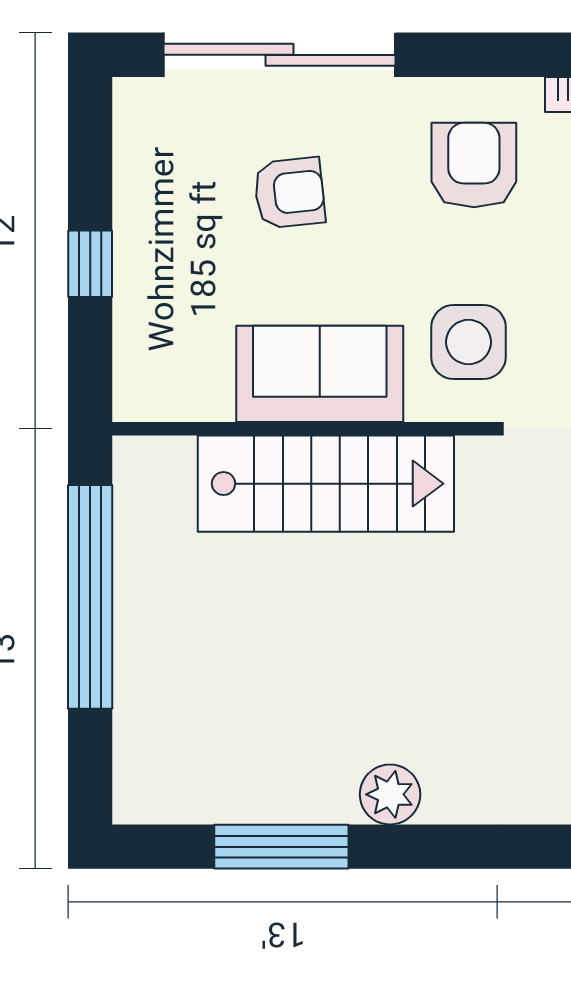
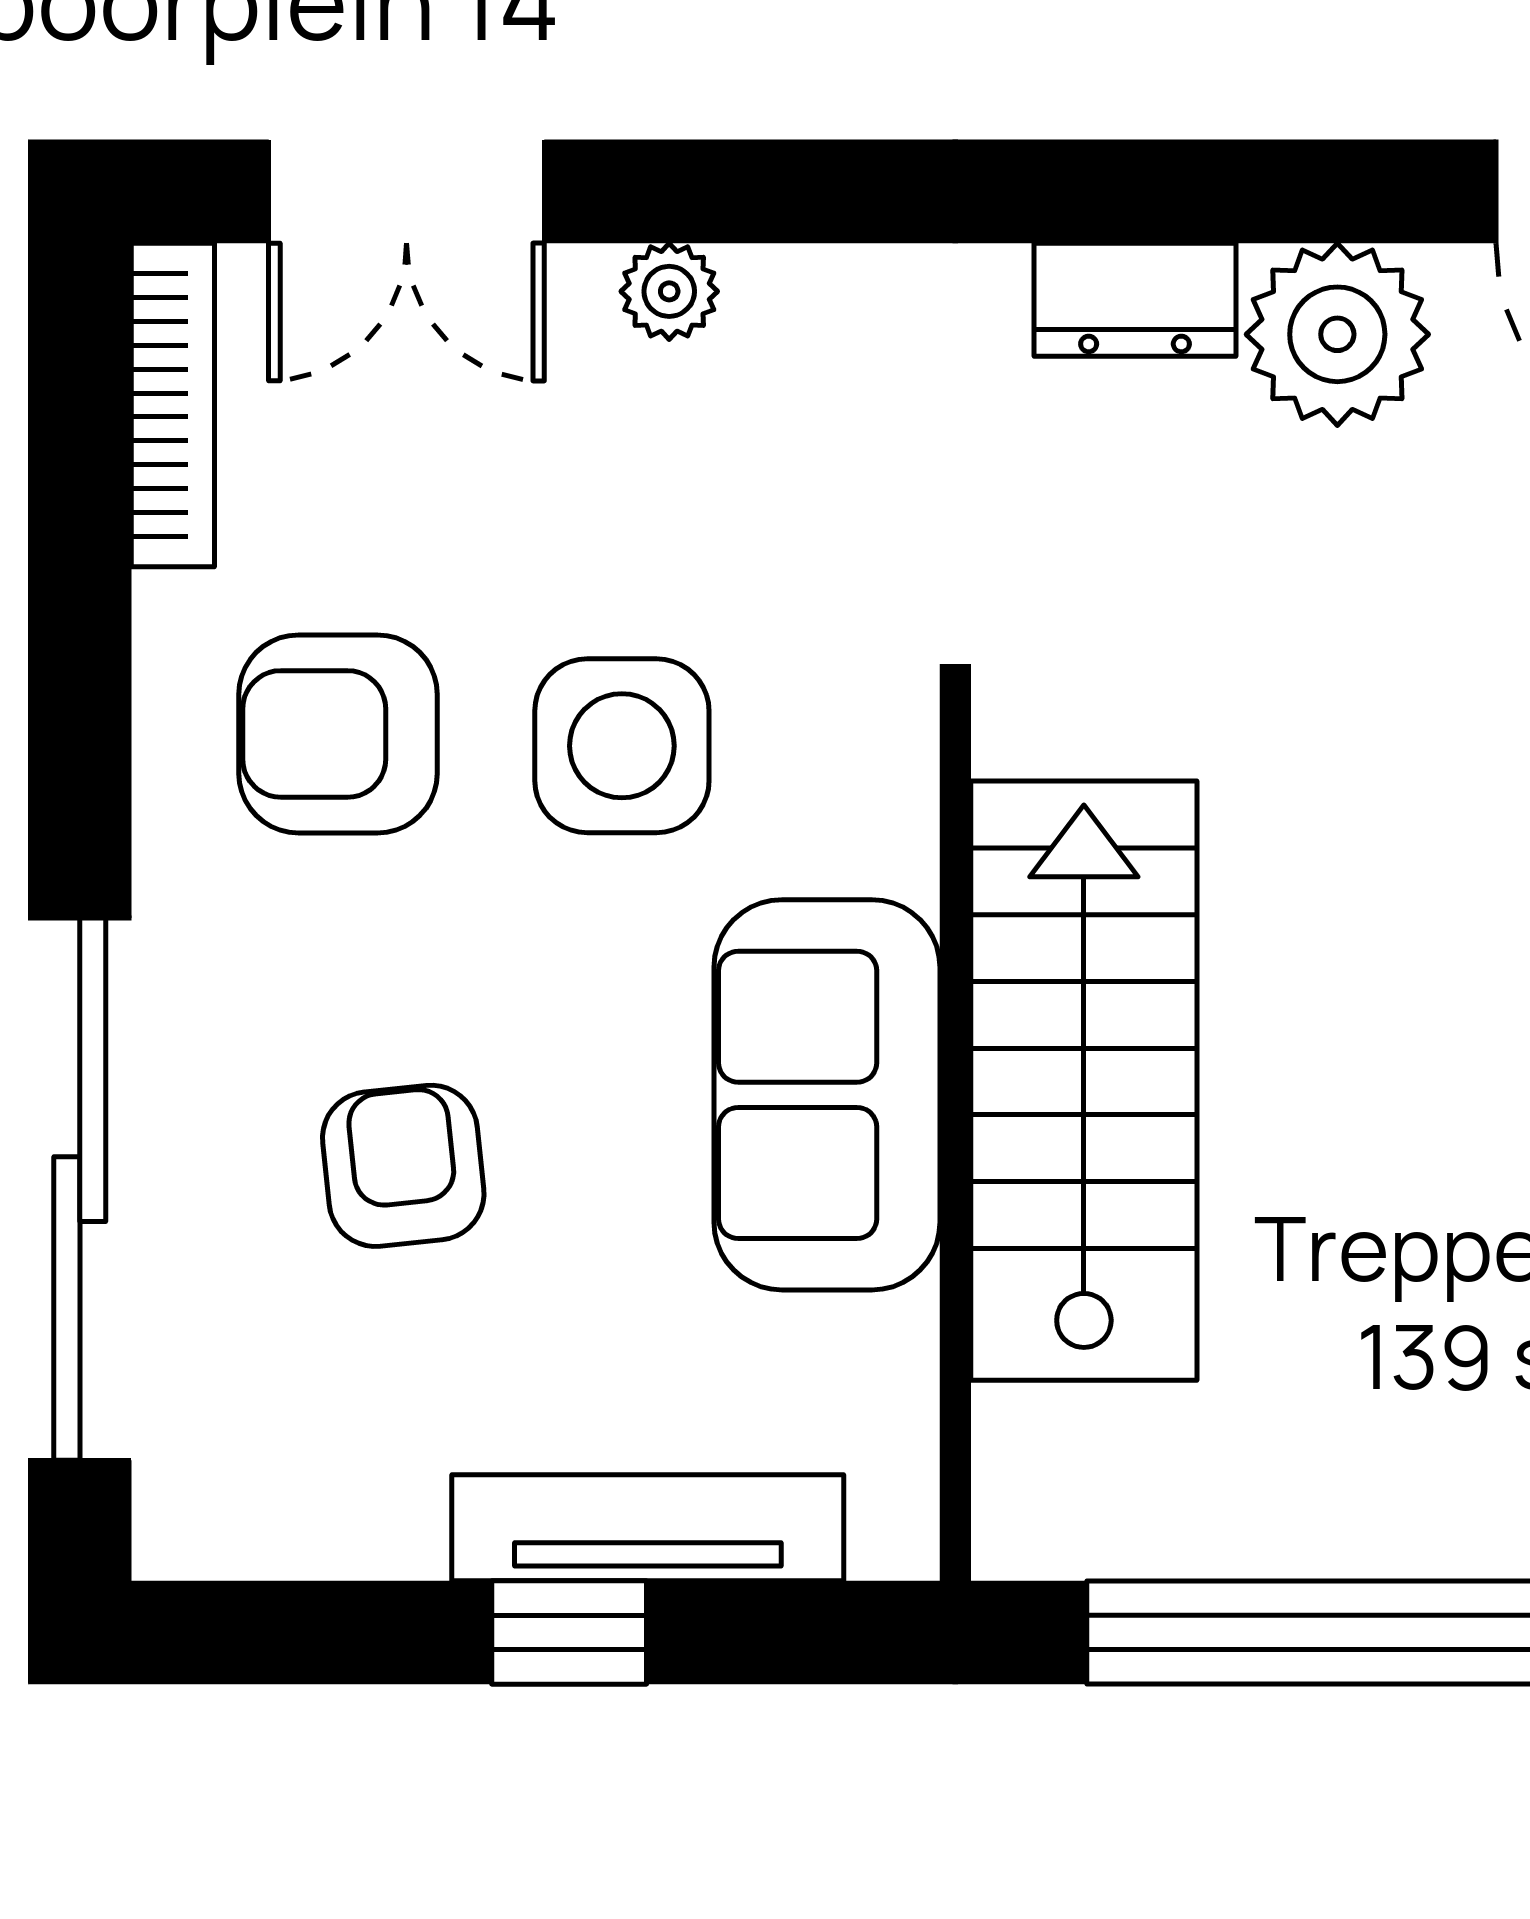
tv unit: (135, 297) -> (648, 1528), added
side table: (468, 342) -> (622, 746), moved

